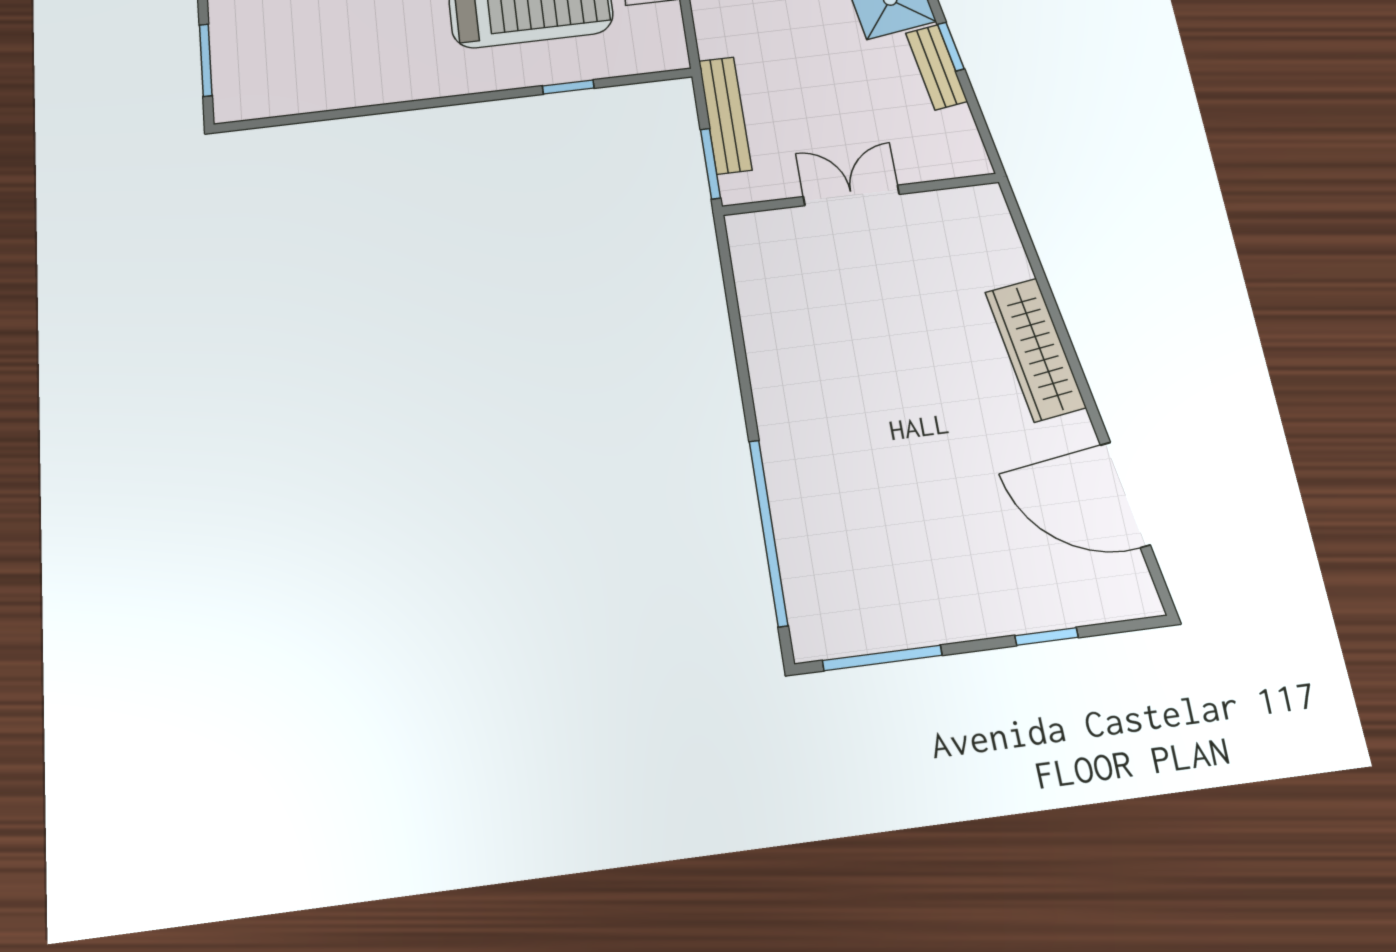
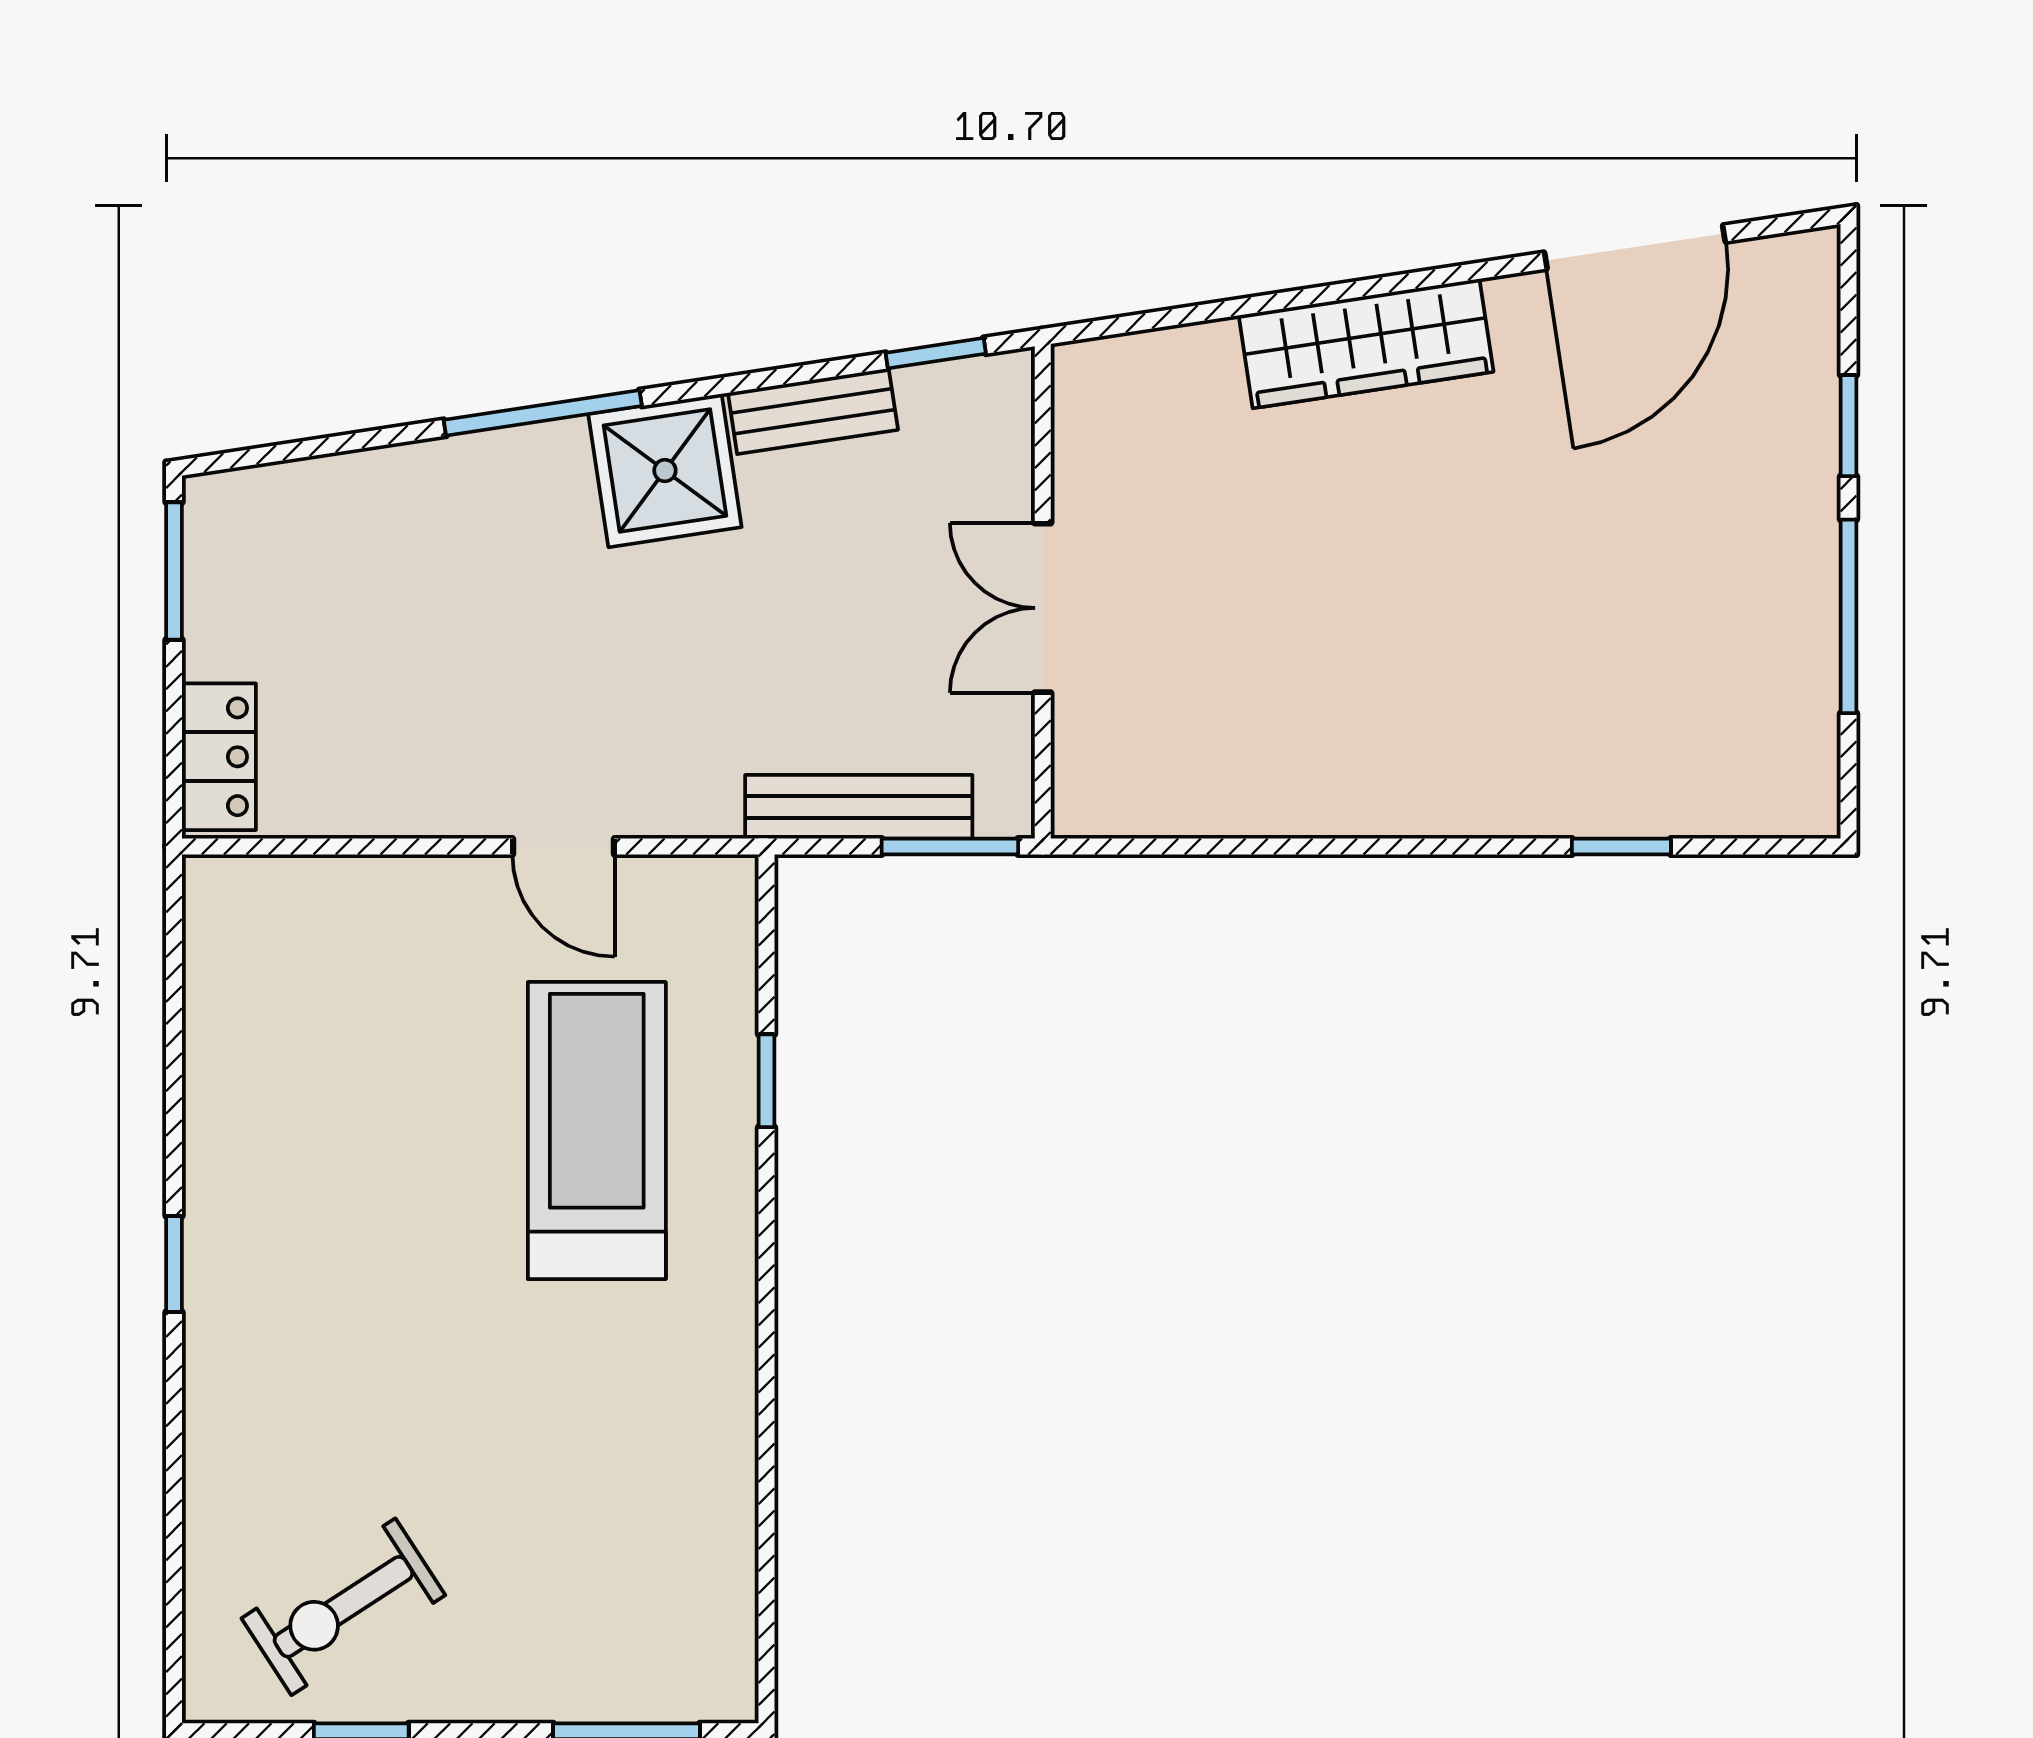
window: (951, 47) -> (936, 353), moved
window: (768, 532) -> (1621, 847), width x0.32
window: (882, 658) -> (1848, 616), moved

